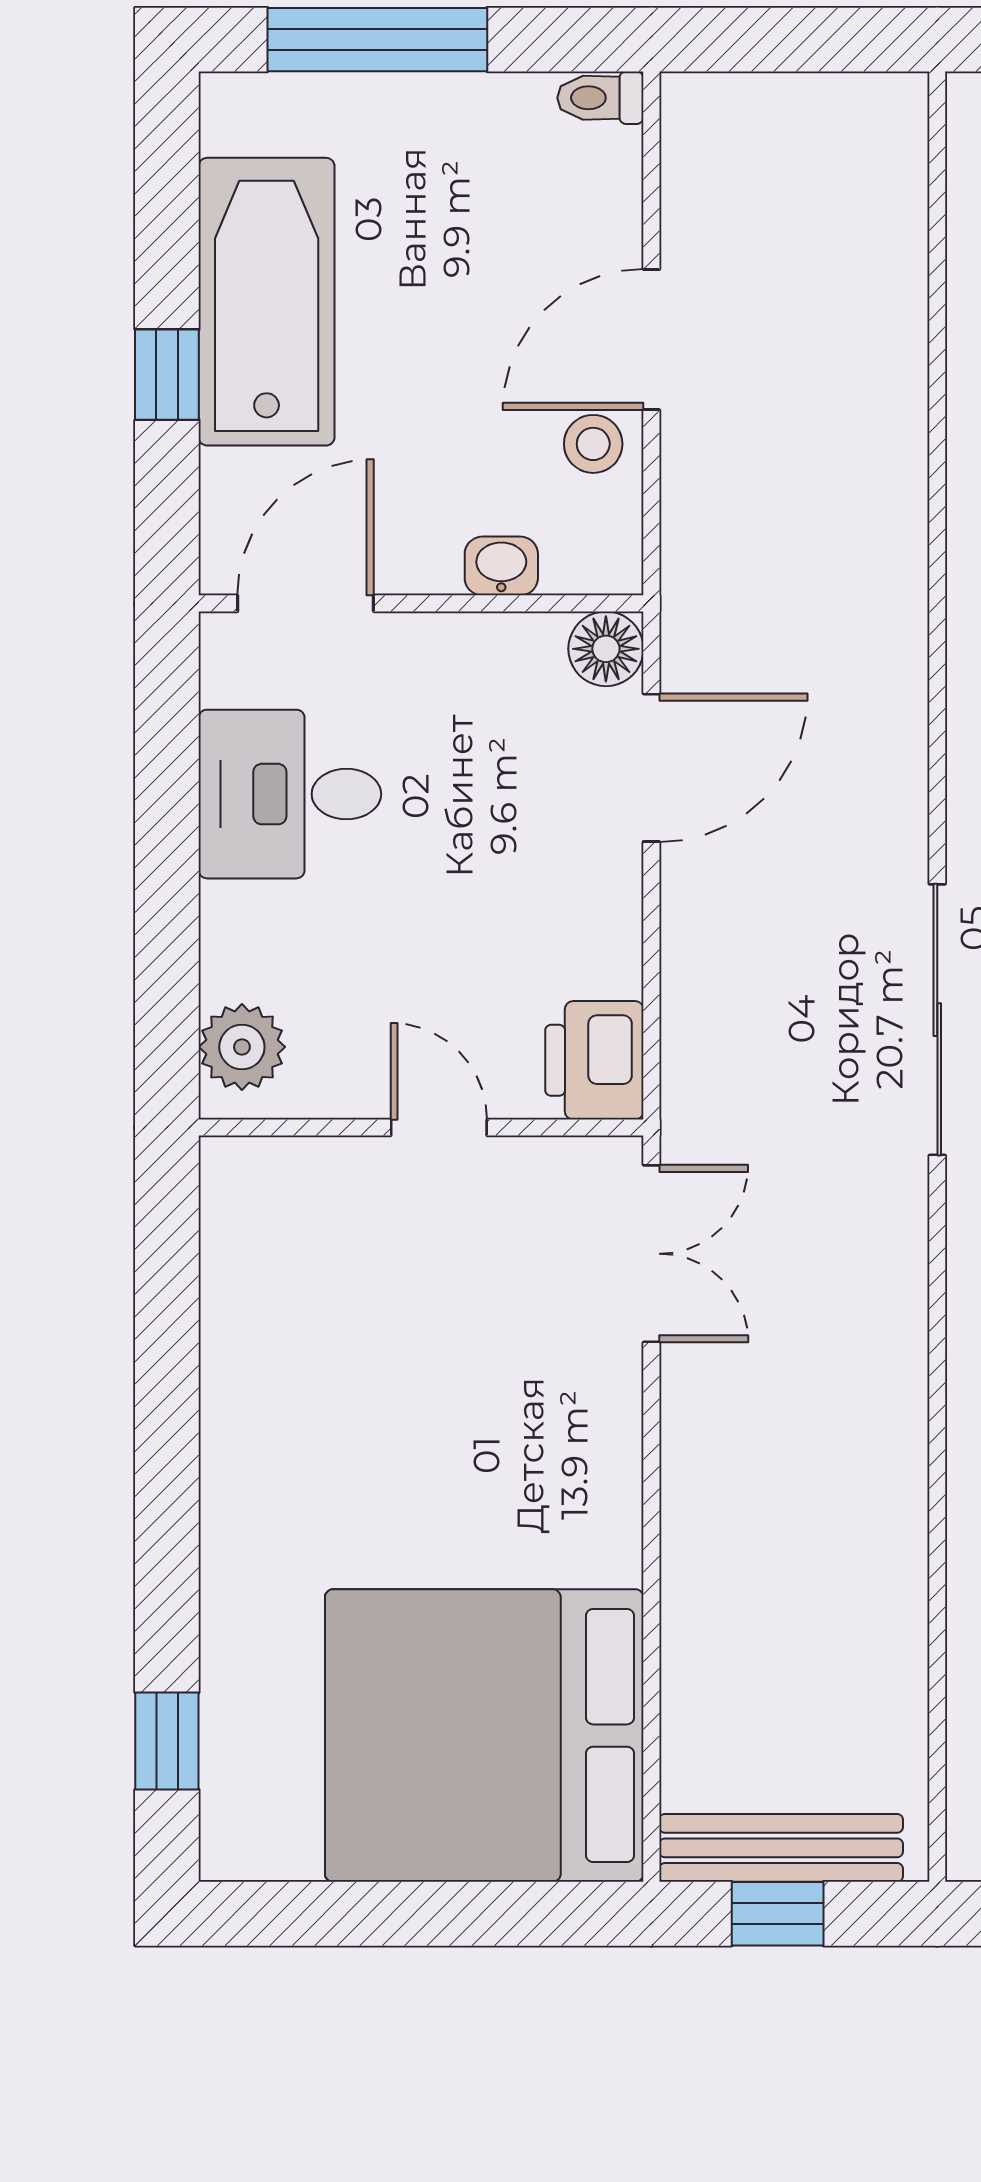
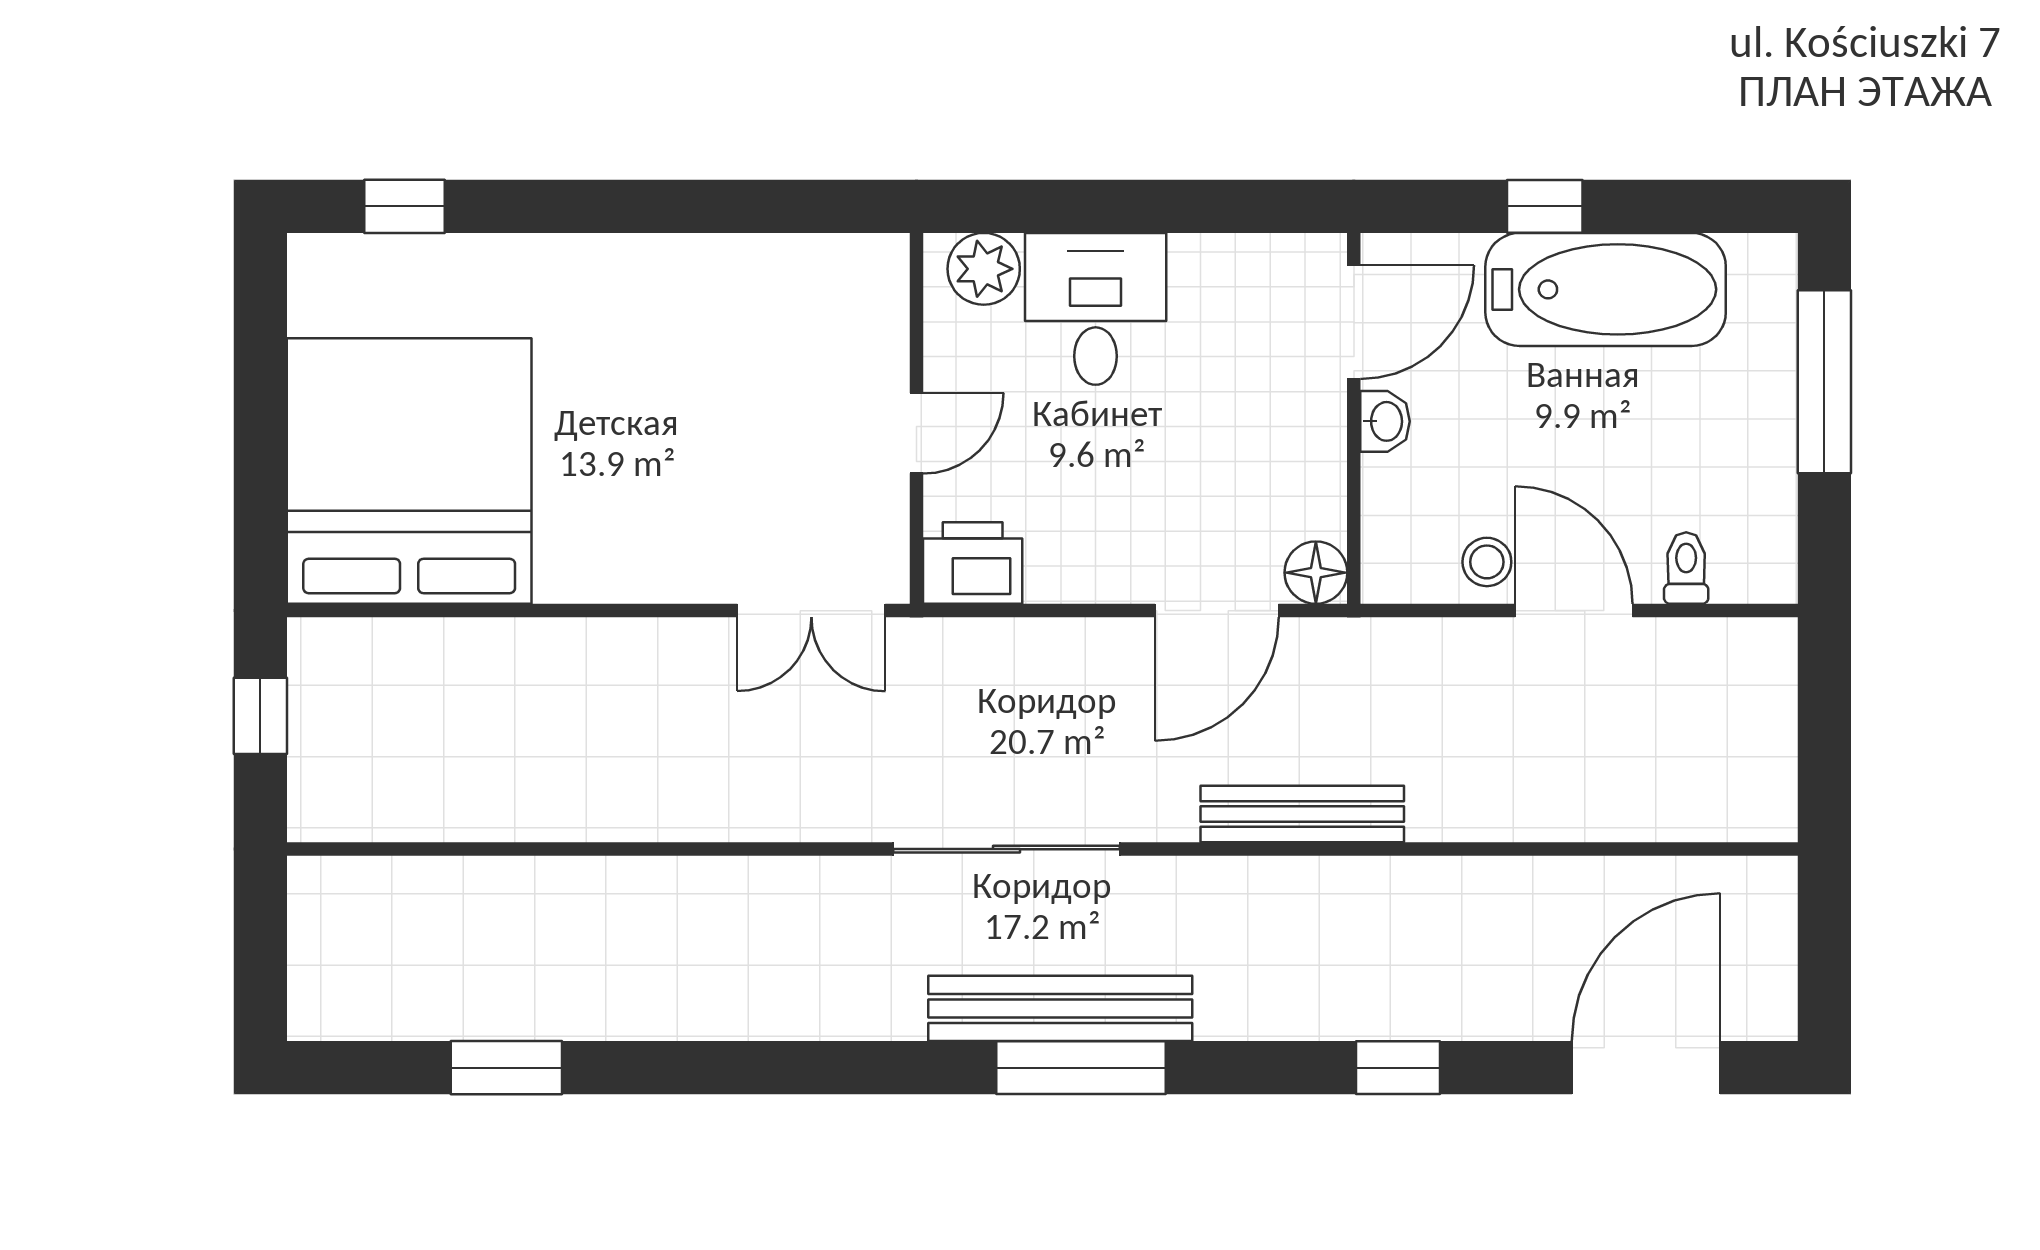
toilet: (600, 98) -> (1686, 568), moved
washbasin: (501, 566) -> (1385, 421), moved
door: (306, 603) -> (1354, 322), hinge flipped
door: (651, 768) -> (1217, 611), hinge flipped
desk: (290, 794) -> (1096, 309), moved
bench: (781, 1848) -> (1302, 814), moved, turned 90

